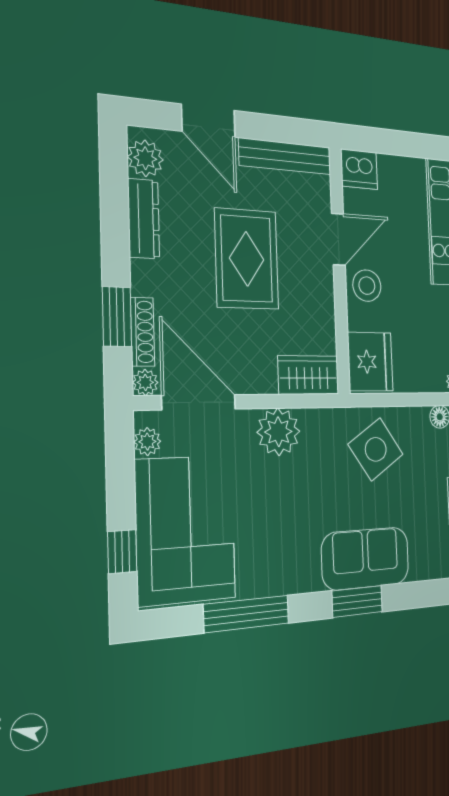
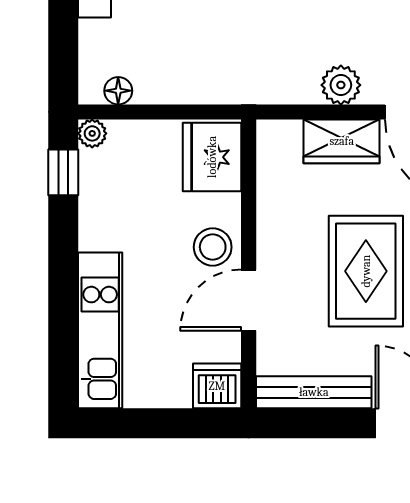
wardrobe: (308, 375) -> (342, 141), moved
plant: (278, 432) -> (341, 85), width x0.73, depth x0.73
side table: (376, 449) -> (209, 54), removed

